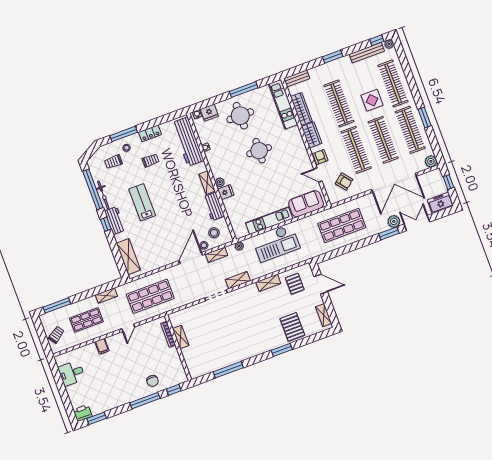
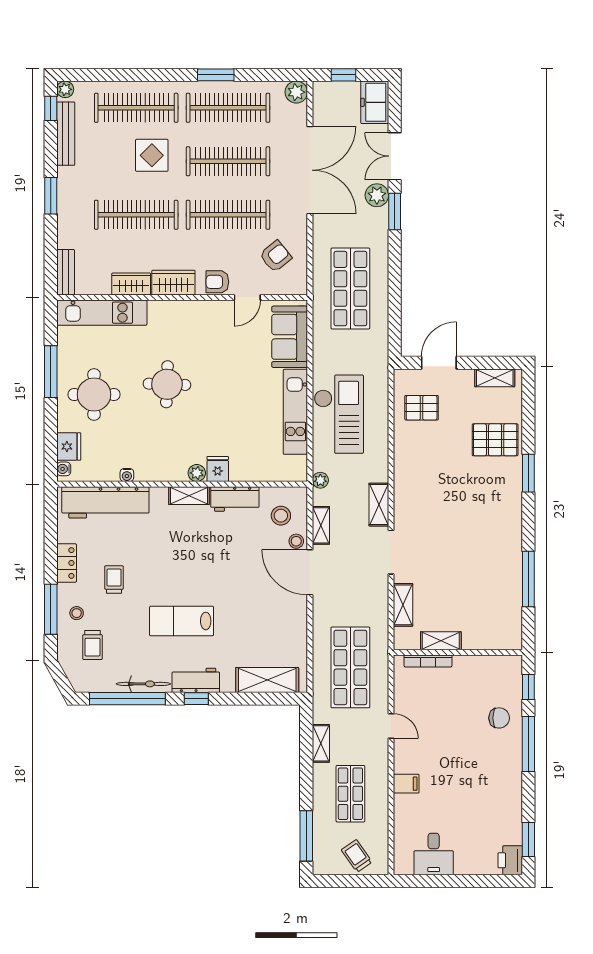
wardrobe: (301, 109) -> (131, 284), width x0.67
shelving: (268, 283) -> (403, 605), moved

